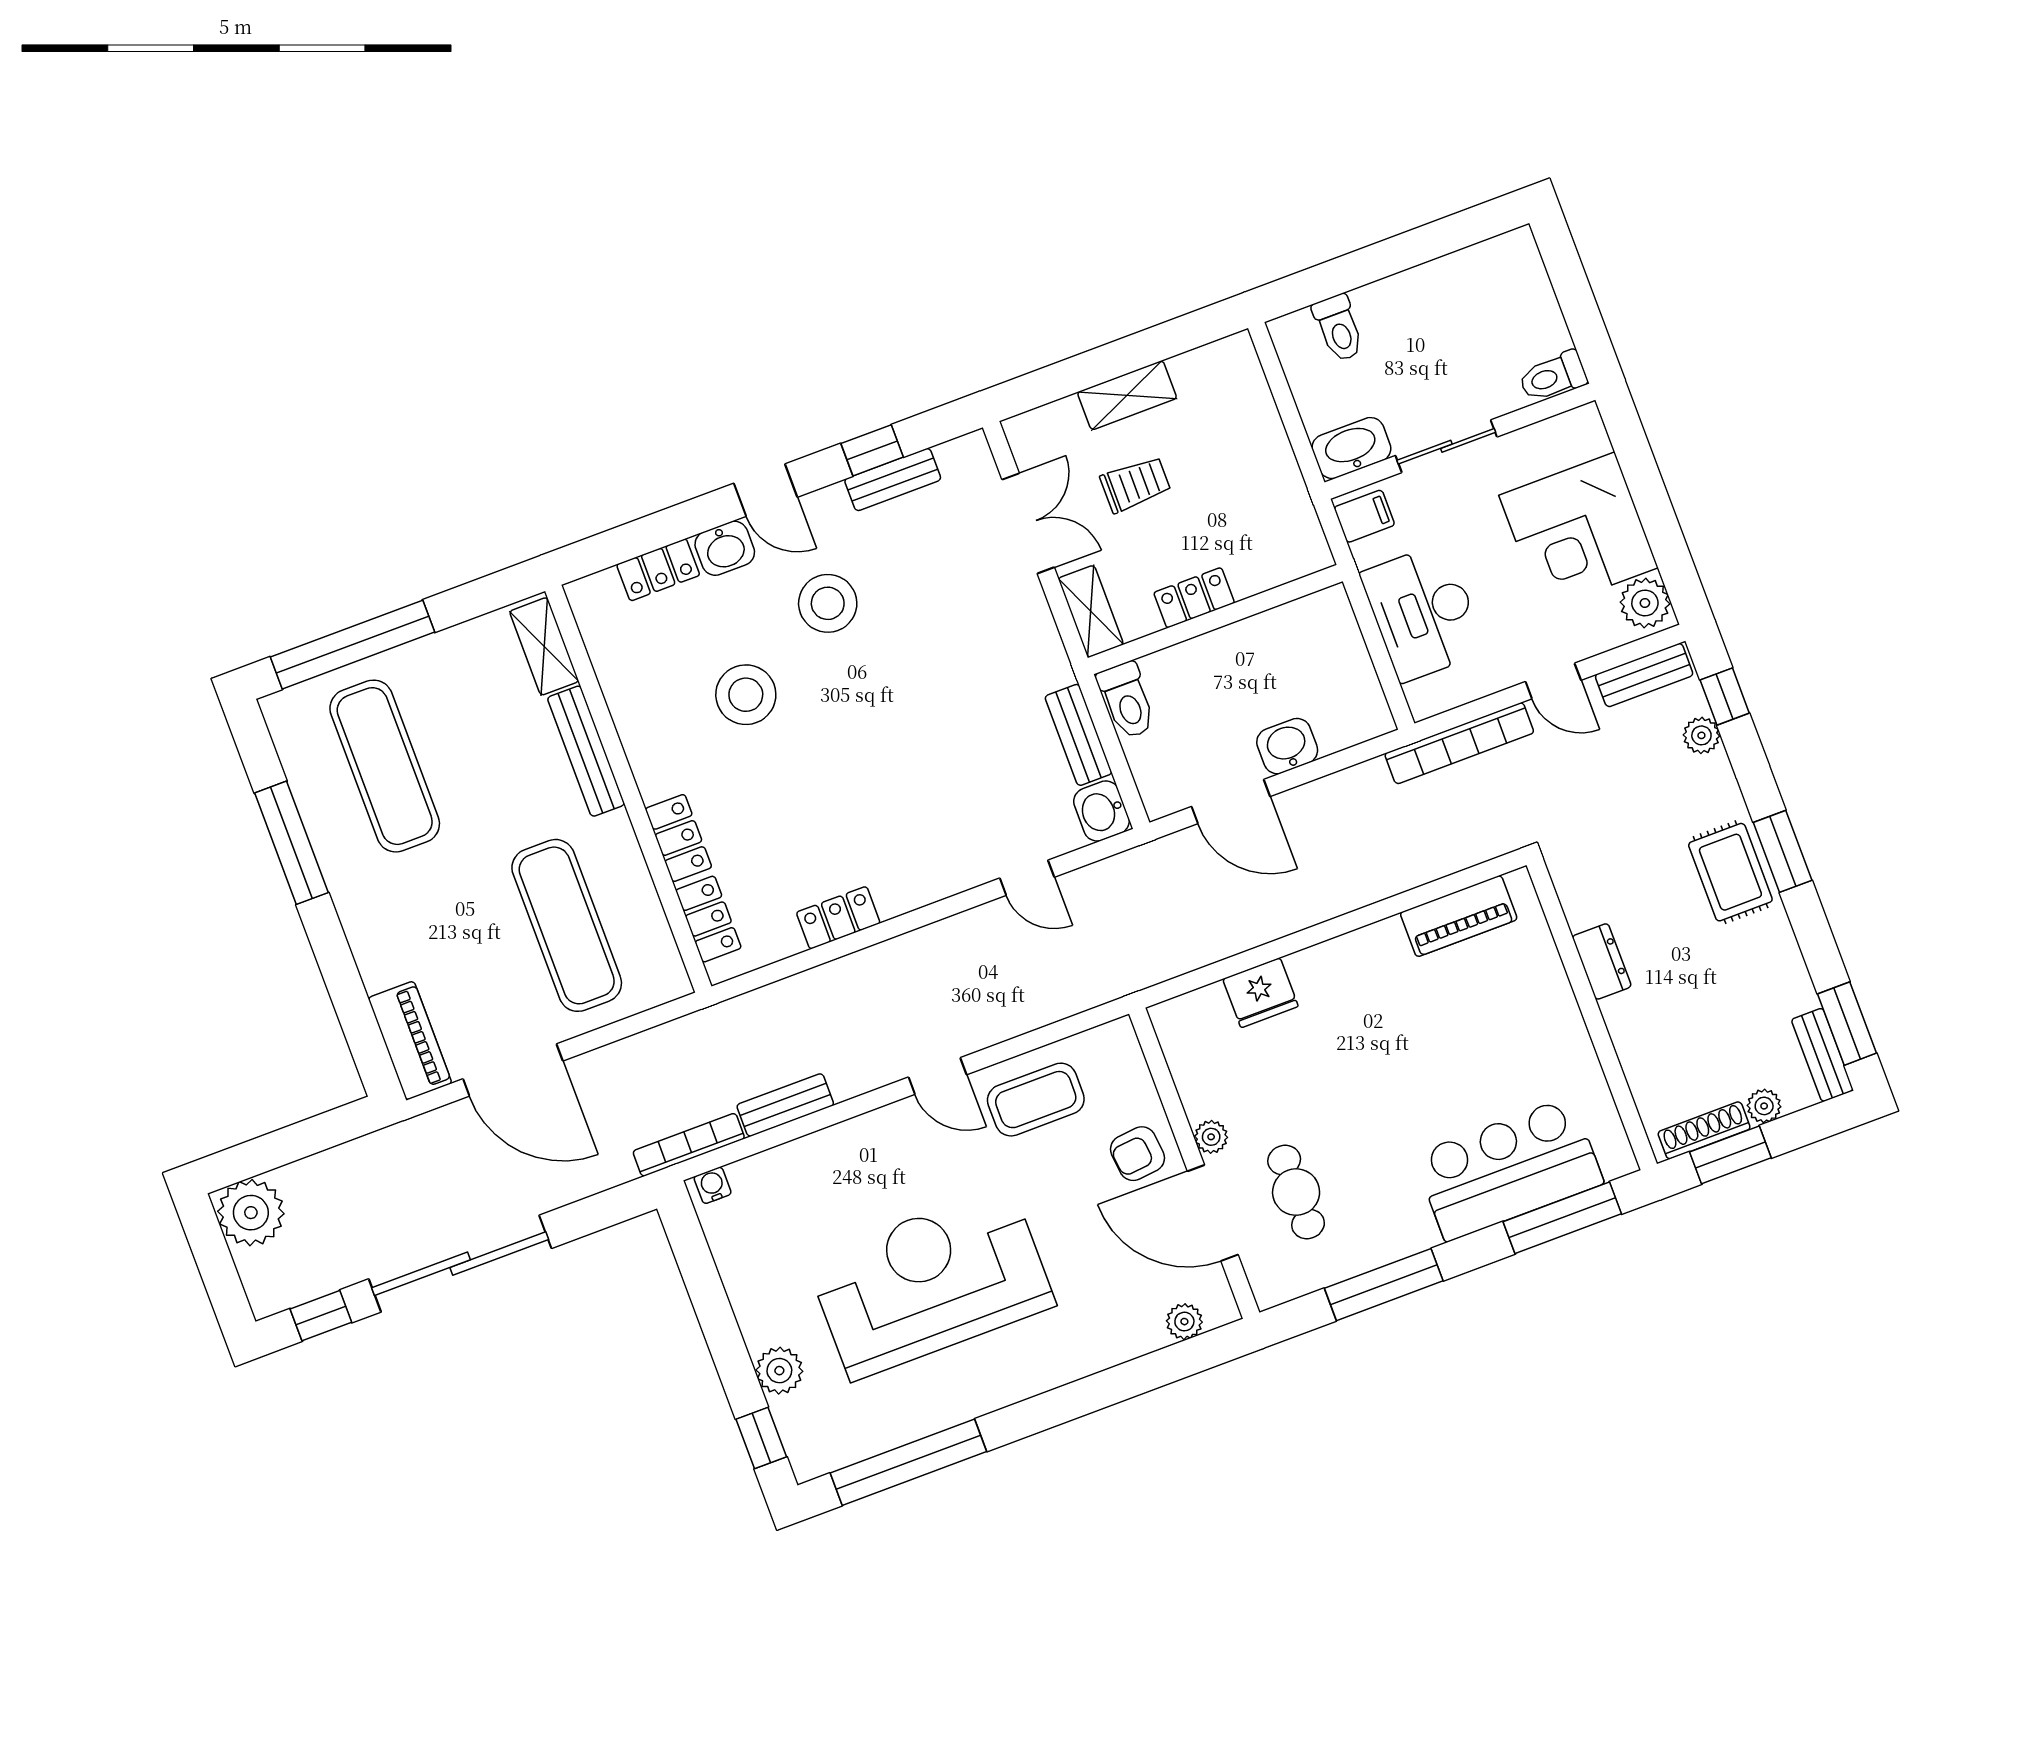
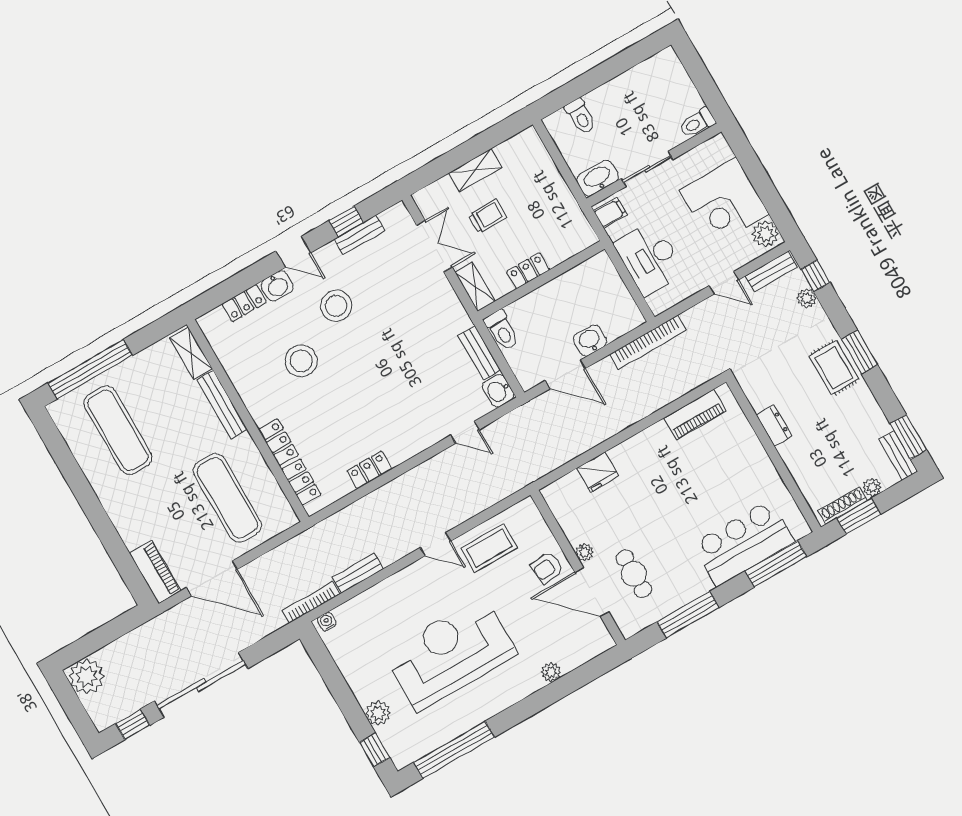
bookcase: (1459, 743) -> (648, 342), moved
window: (291, 843) -> (76, 479), removed
plant: (1184, 1322) -> (551, 672), moved

